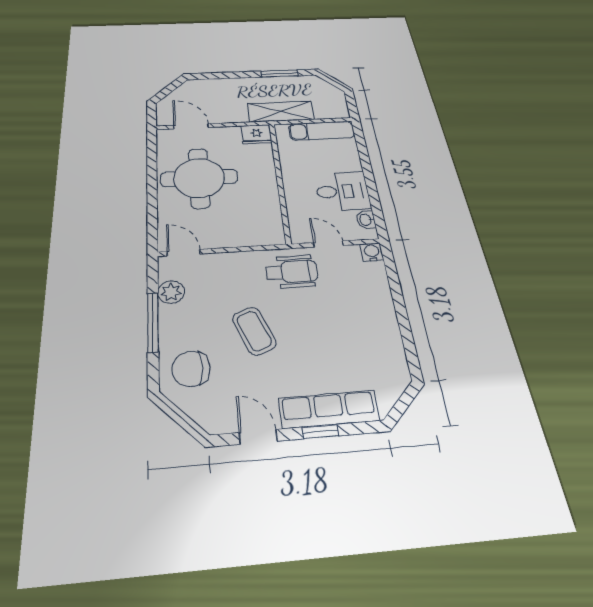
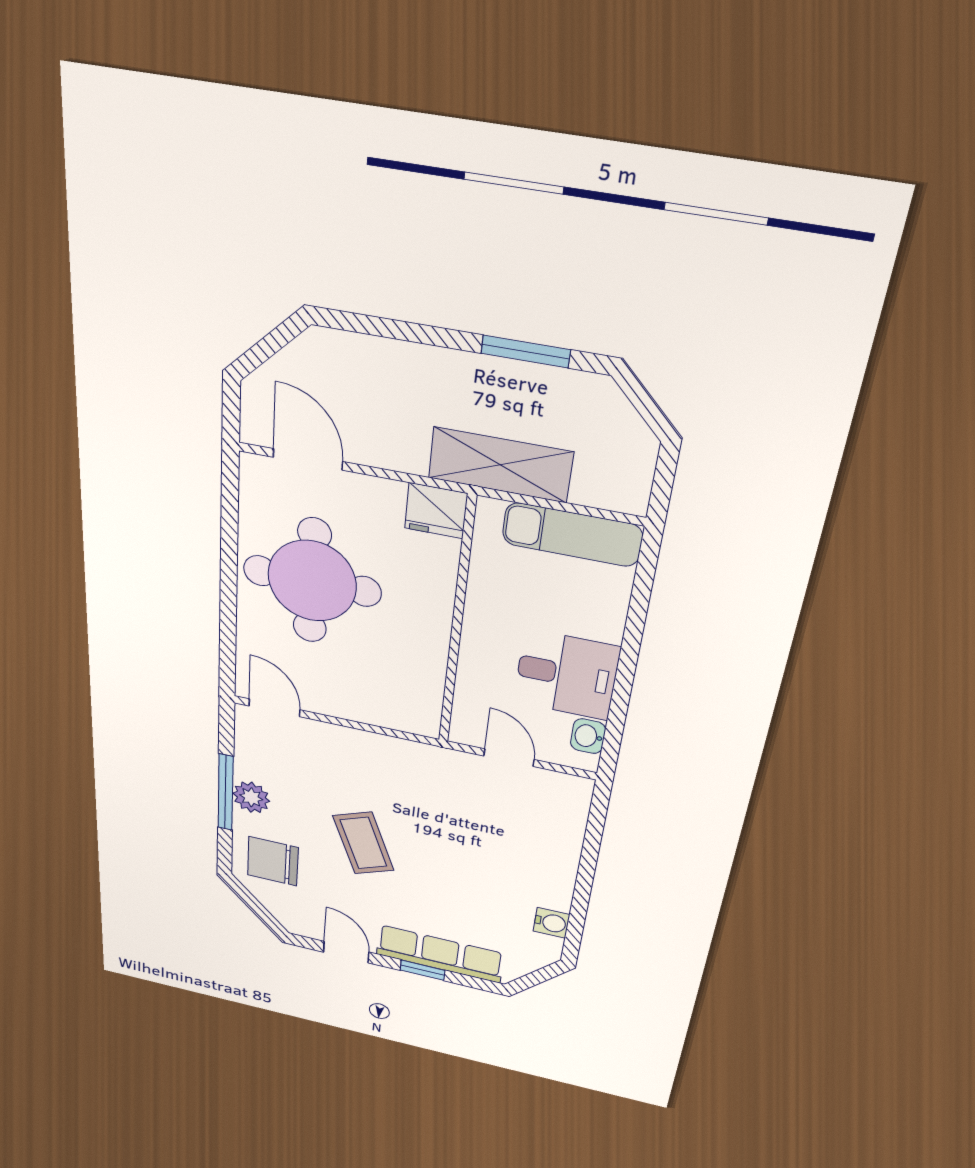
water cooler: (372, 252) -> (551, 923), moved, turned 90
wheelchair: (292, 272) -> (437, 782), removed
plant: (171, 292) -> (251, 797), moved

